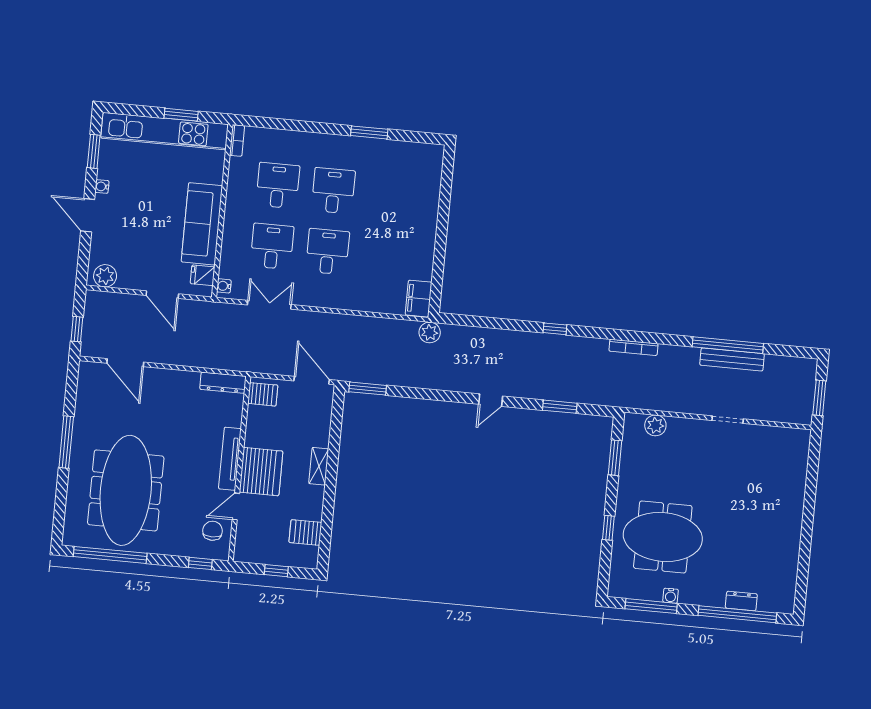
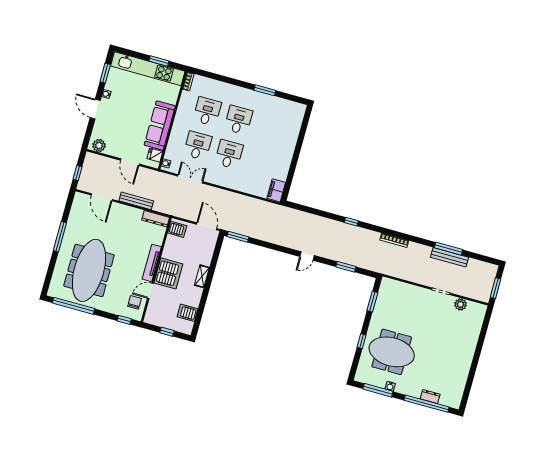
plant: (430, 332) -> (279, 211), removed
window: (728, 345) -> (448, 249), width x0.68
bench: (185, 358) -> (136, 201), added
plant: (655, 425) -> (461, 304), moved

